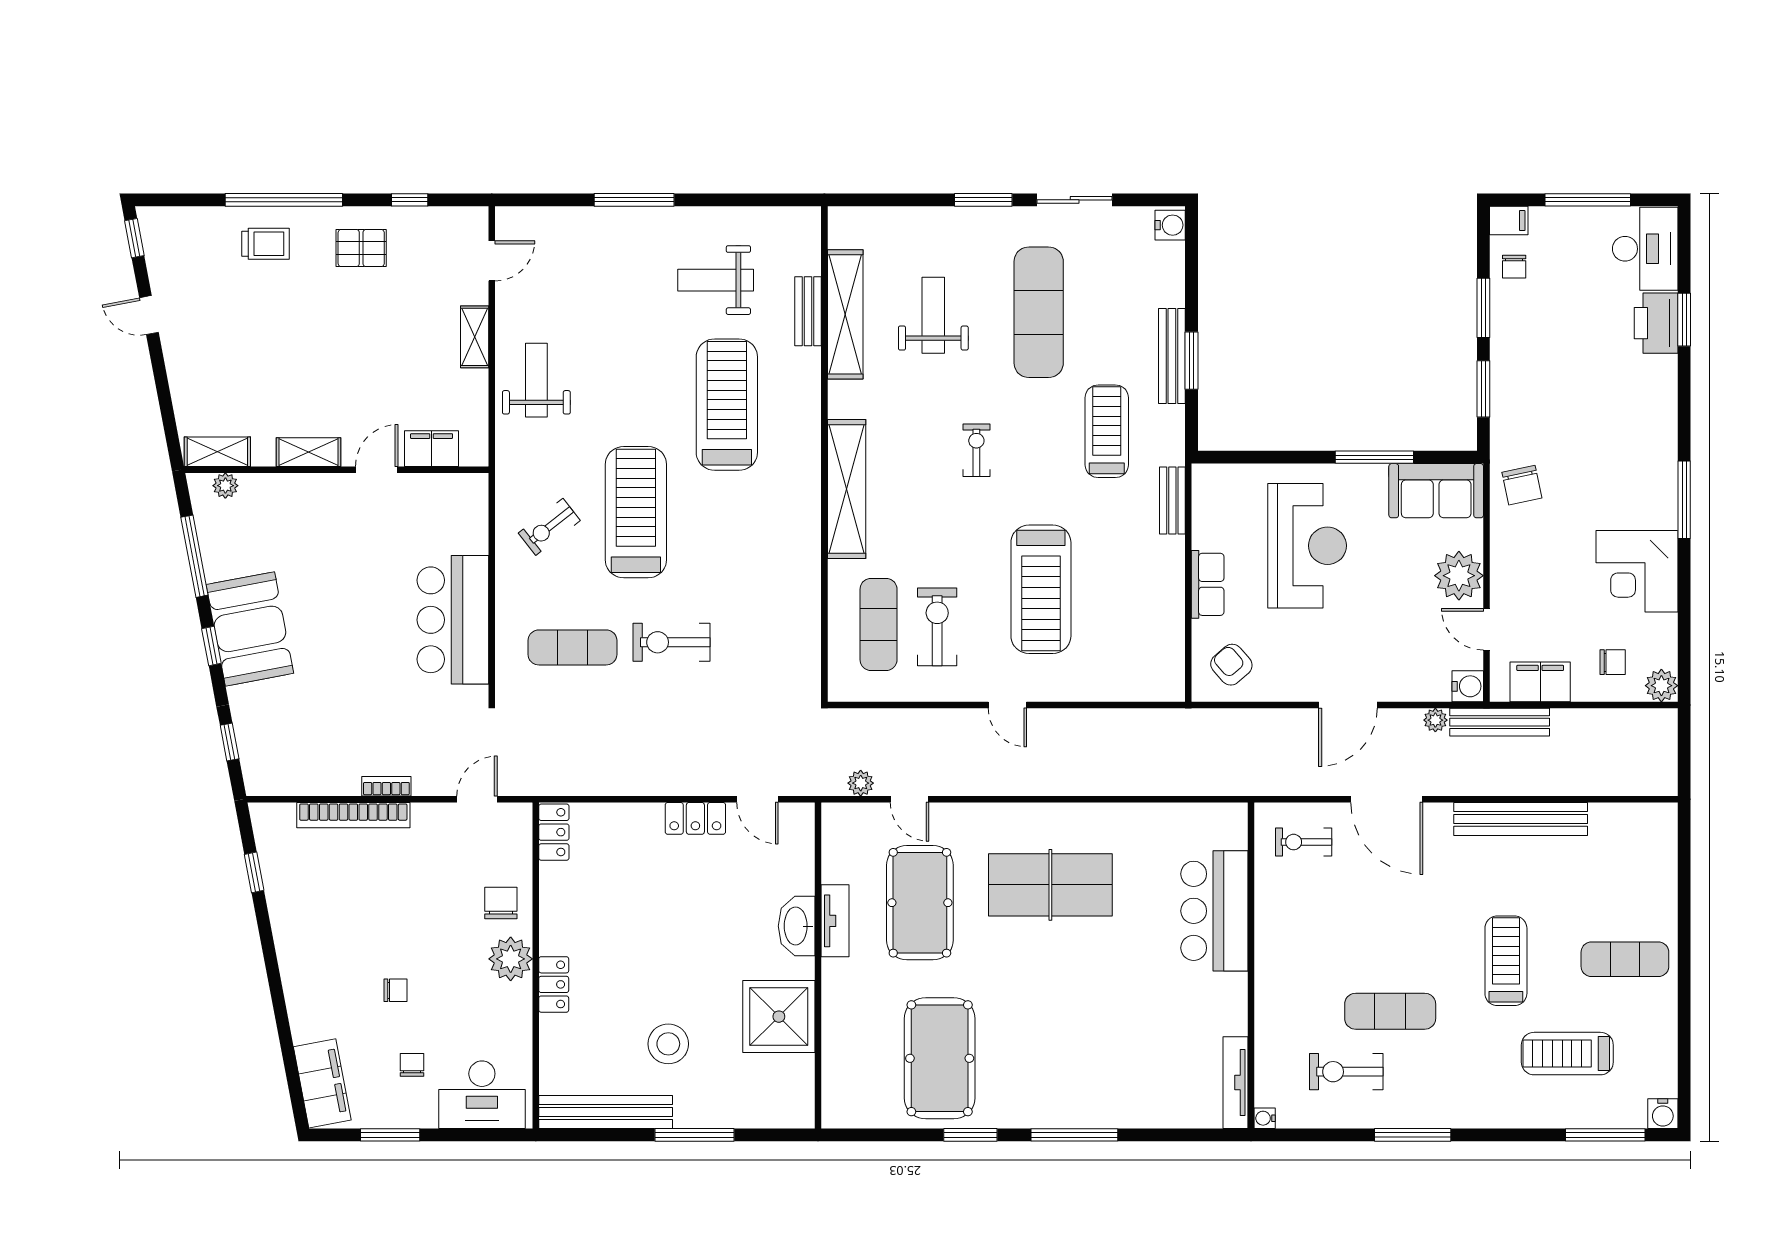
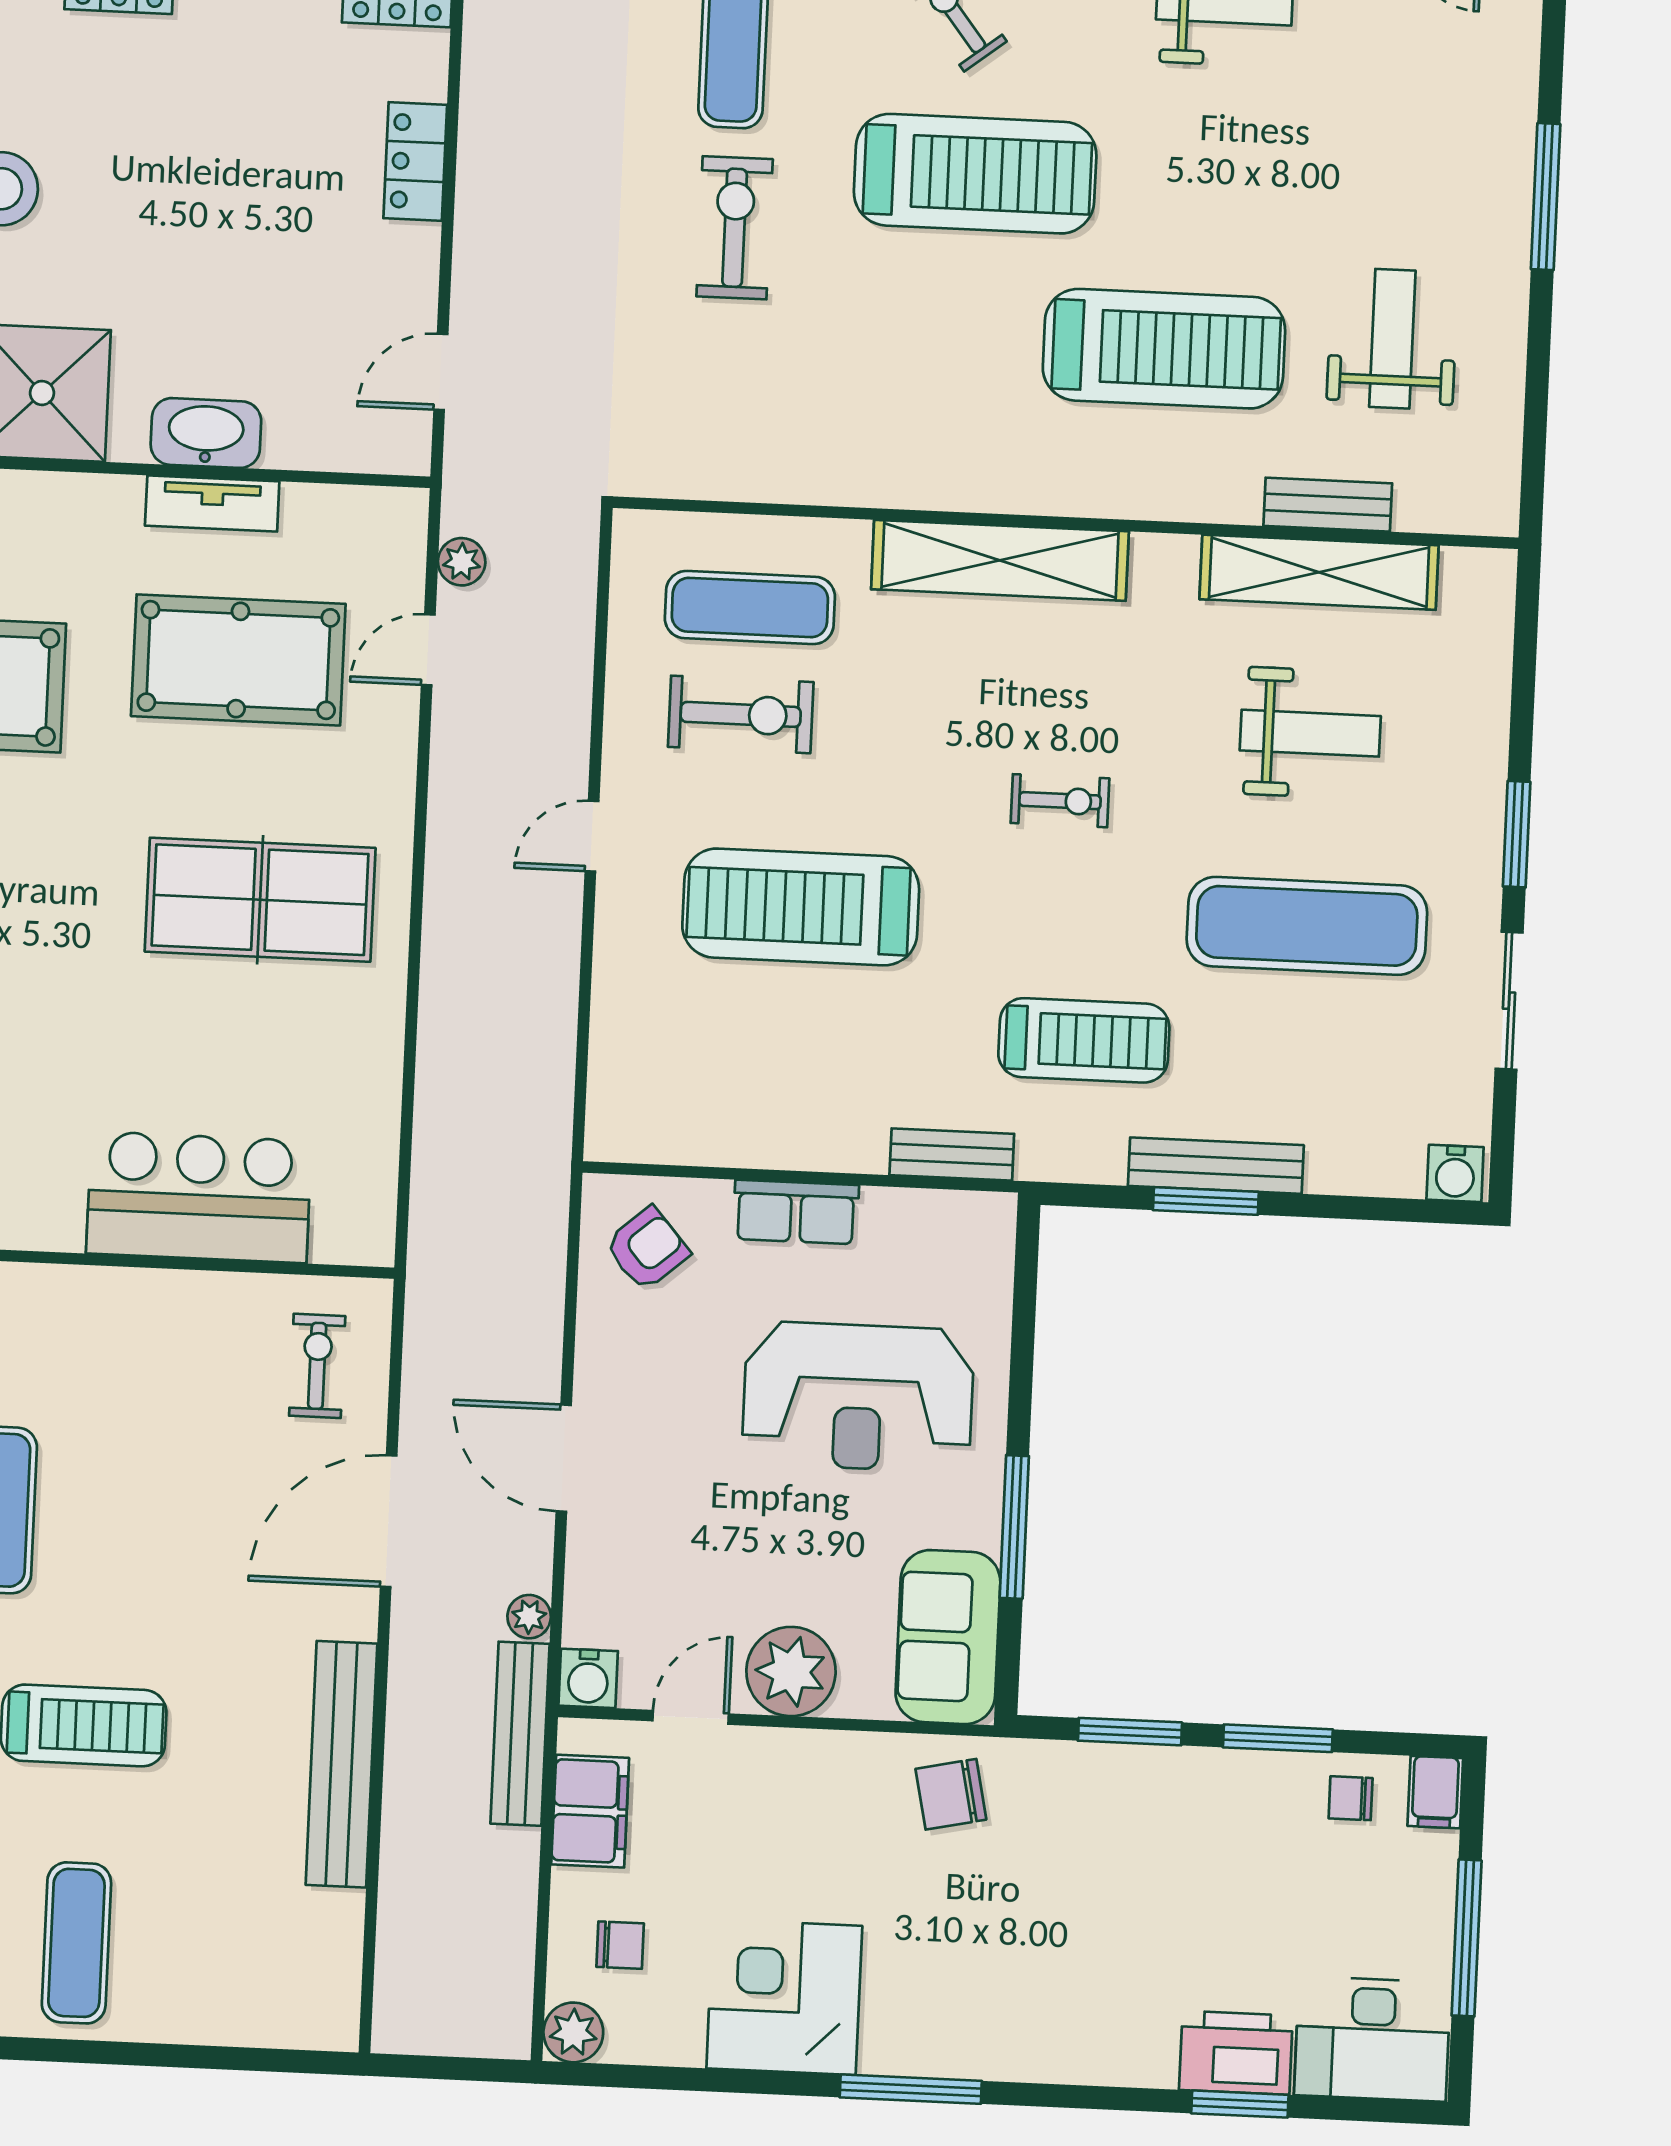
chair: (1613, 662) -> (620, 1945), turned -90
locker: (695, 818) -> (415, 161), moved
table tennis table: (1050, 885) -> (260, 900), turned 90

